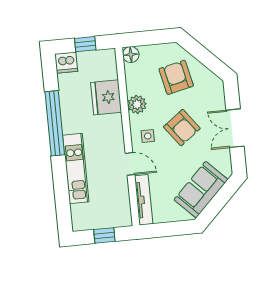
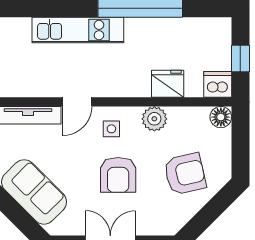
dishwasher: (66, 63) -> (218, 84), moved, turned 90
fridge: (106, 97) -> (168, 84), width x0.73, depth x0.75
armchair: (182, 128) -> (118, 175), turned -53

